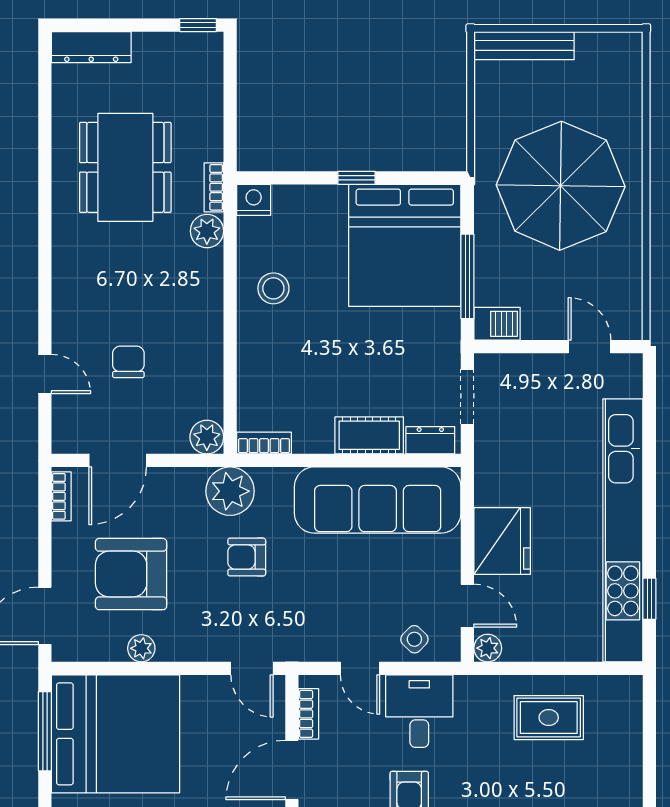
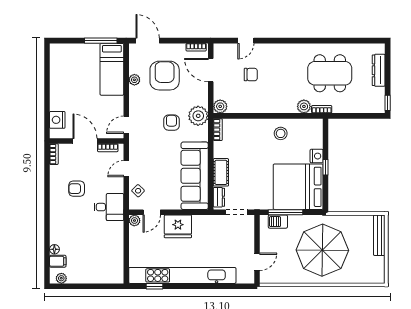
dresser: (91, 47) -> (379, 70), moved
nightstand: (254, 200) -> (317, 156), moved
barbecue: (497, 324) -> (278, 222), moved, turned 90
desk: (419, 711) -> (109, 207), moved
rug: (549, 718) -> (106, 245), removed
bed: (116, 734) -> (112, 69), width x0.49

